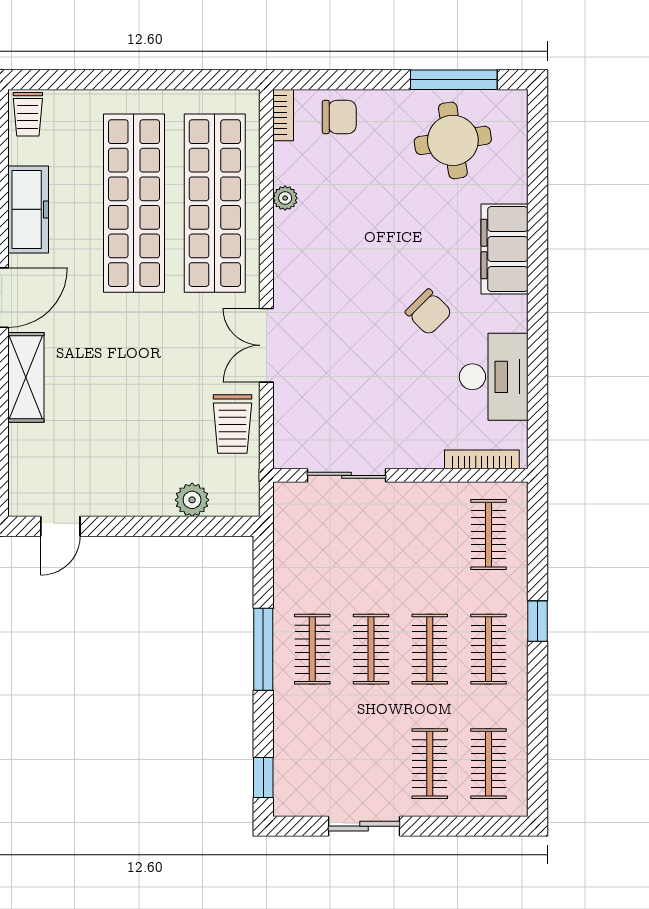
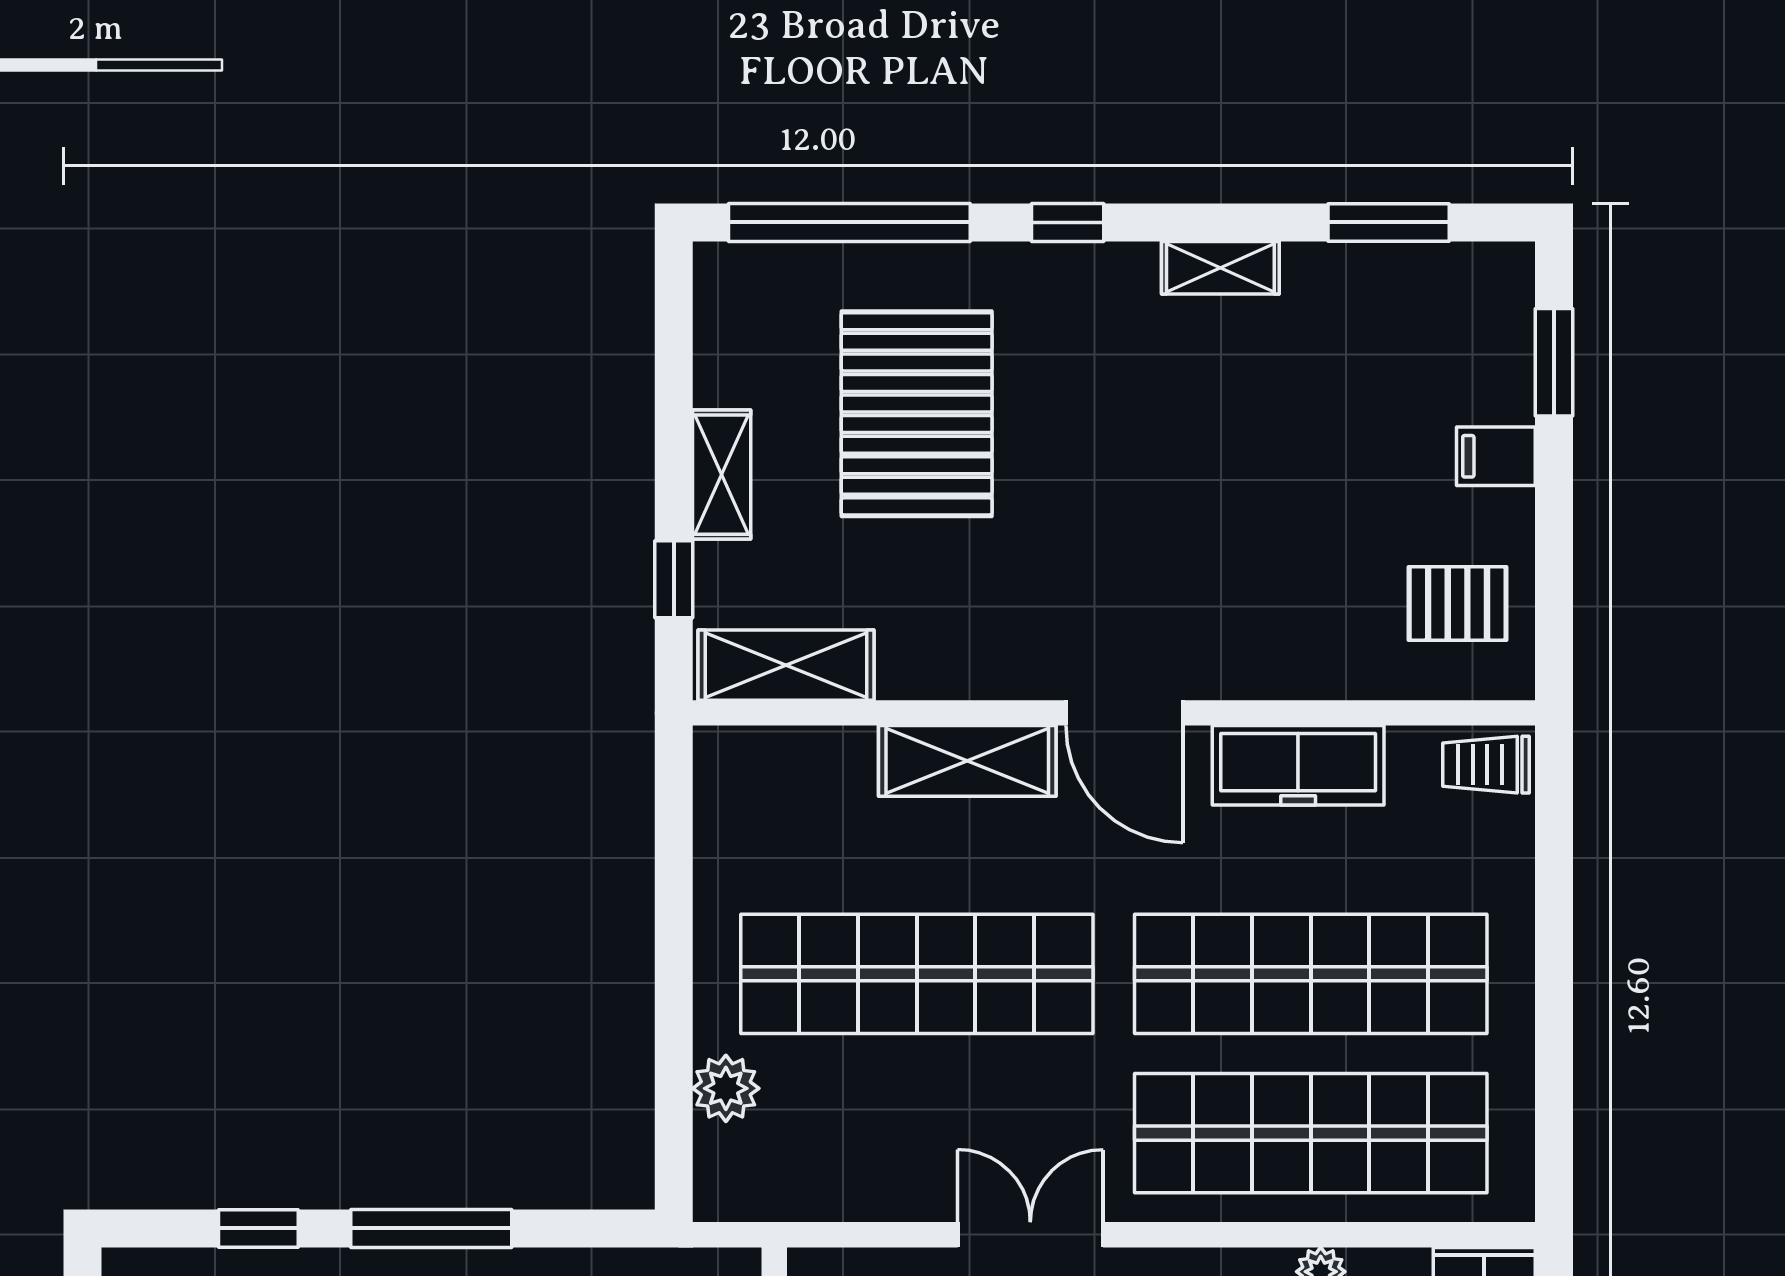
shop shelf: (134, 403) -> (917, 974), added
trolley: (232, 424) -> (875, 1168), removed
door: (60, 526) -> (674, 829), removed
window: (263, 777) -> (258, 1228), moved

